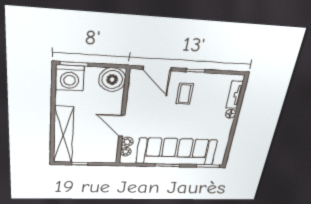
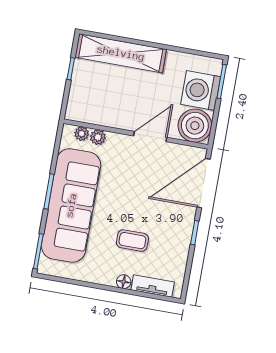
door: (157, 68) -> (204, 183), width x1.36
washing machine: (70, 78) -> (201, 91), moved
coffee table: (185, 94) -> (132, 241), moved
door: (122, 126) -> (150, 137), moved

